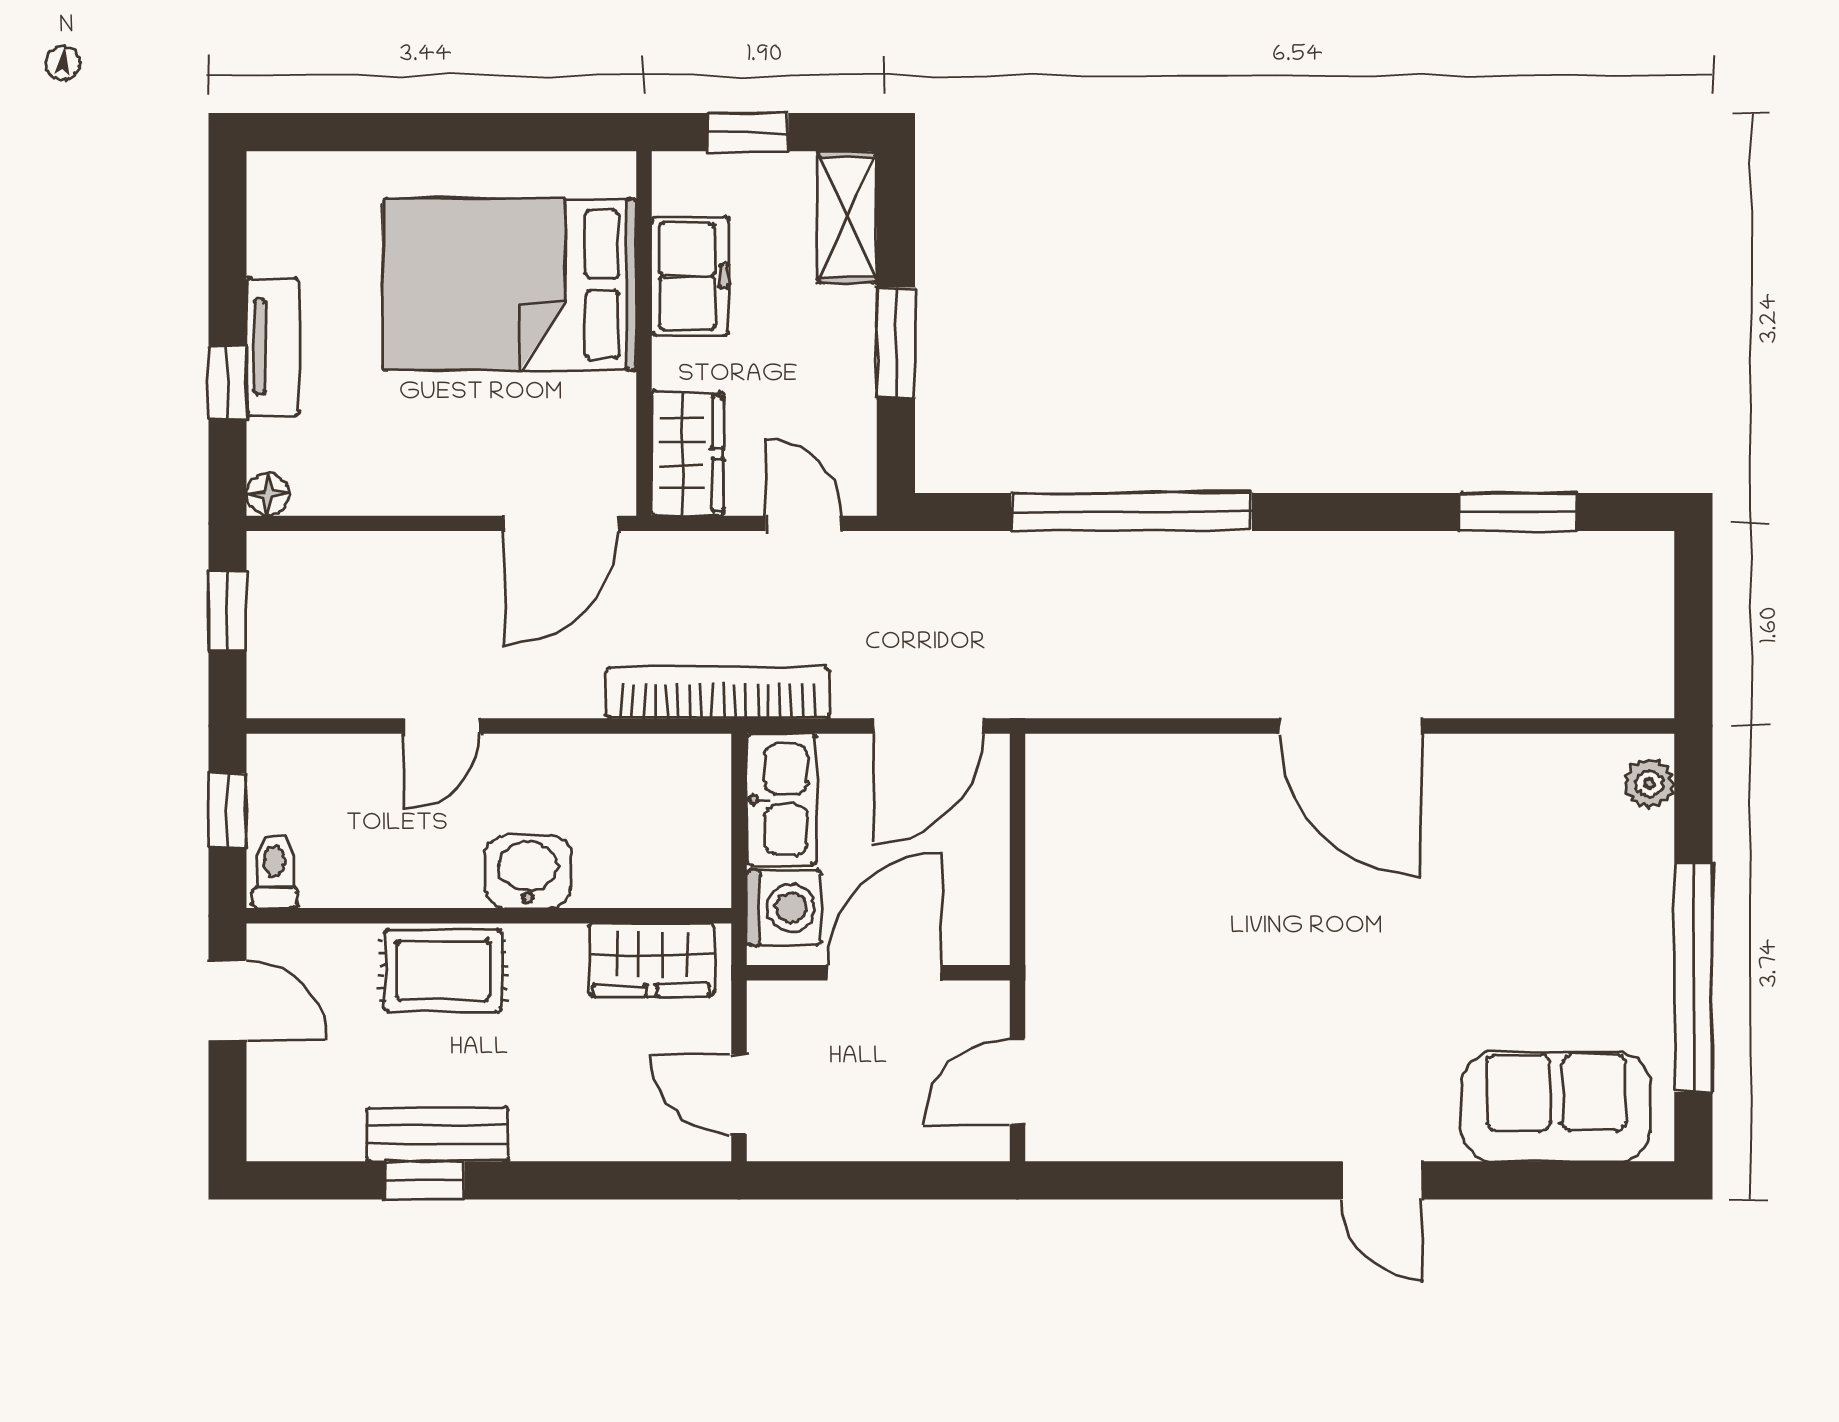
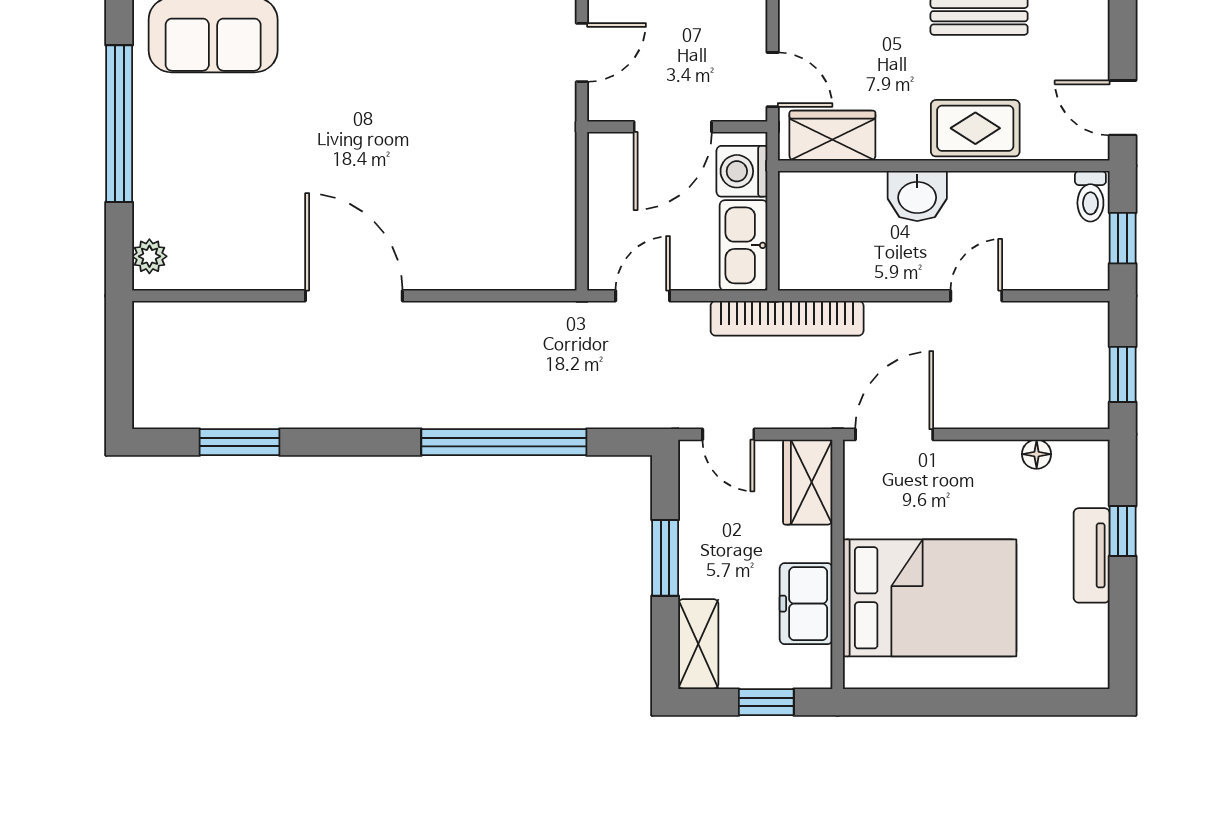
floor lamp: (268, 494) -> (1037, 454), moved
door: (929, 726) -> (643, 296), width x0.73
door: (739, 1094) -> (773, 80), moved

